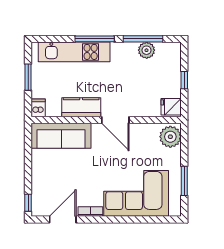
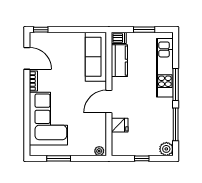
plant: (147, 50) -> (166, 149), moved
kitchen counter: (81, 107) -> (119, 61), moved
fridge: (171, 107) -> (120, 125), moved, turned 90
plant: (170, 137) -> (99, 151), width x0.53, depth x0.53

